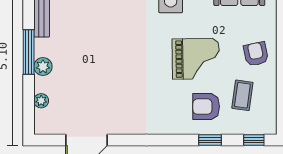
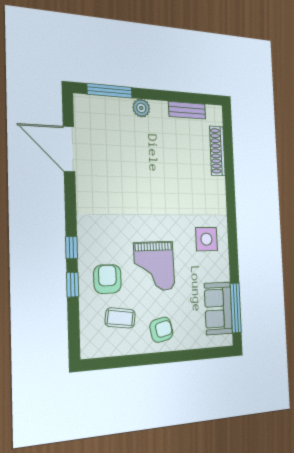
window: (29, 52) -> (110, 91), moved
plant: (41, 101) -> (108, 104), removed
window: (254, 140) -> (72, 248), moved

